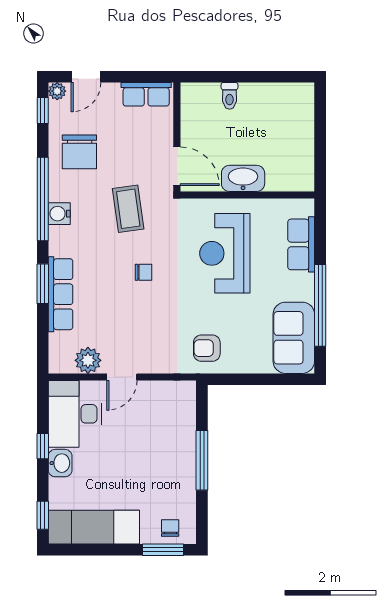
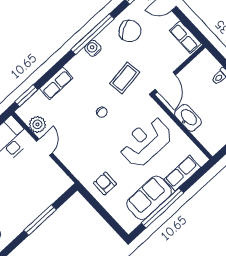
chair: (79, 152) -> (130, 31), turned -119
window: (43, 284) -> (26, 96), moved
row of seats: (61, 294) -> (56, 83), width x0.68
sofa: (294, 338) -> (149, 198), moved
armchair: (207, 348) -> (105, 183), moved
door: (122, 377) -> (44, 147), swing flipped

